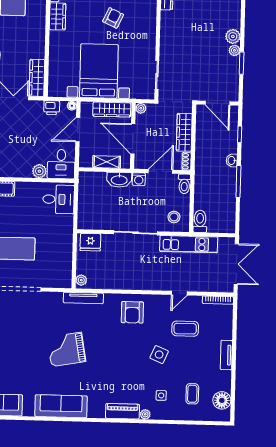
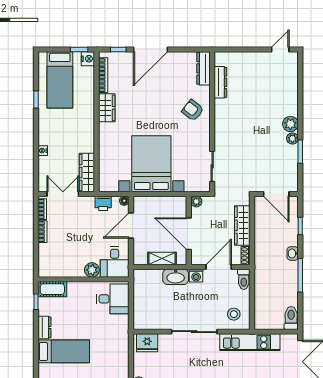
armchair: (113, 18) -> (193, 110), moved, turned -77
wardrobe: (112, 110) -> (166, 204), removed
toilet: (200, 221) -> (291, 318), moved

